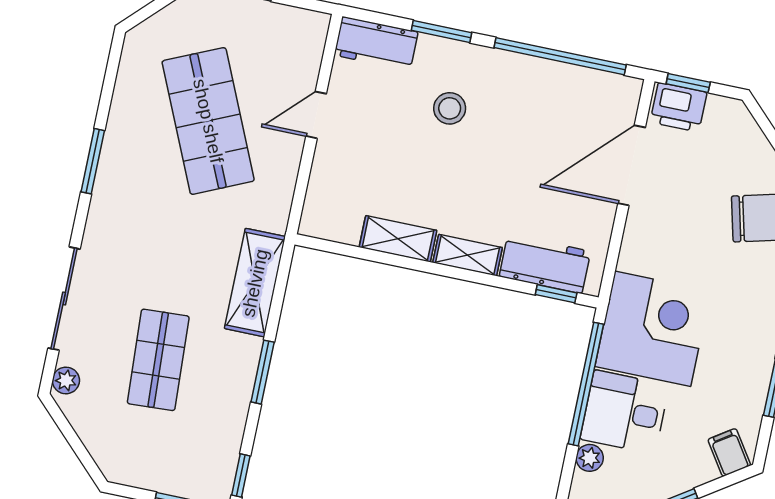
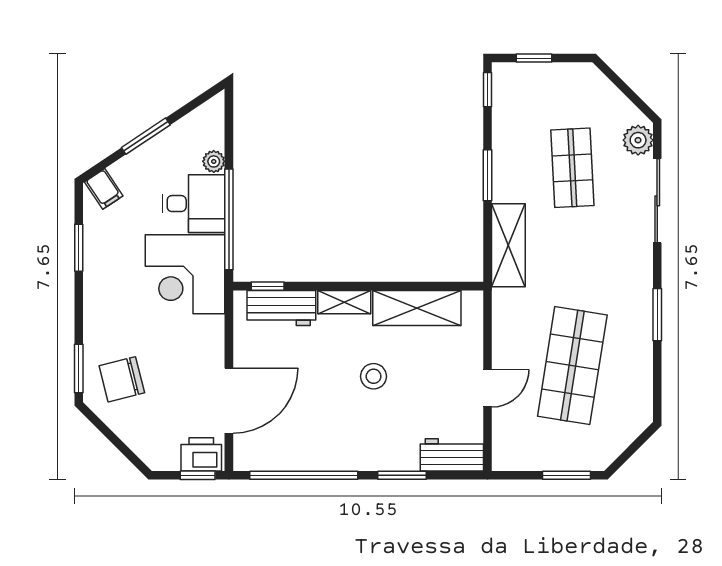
stool: (450, 108) -> (374, 376), moved
shop shelf: (208, 121) -> (572, 366), turned 33
shelving: (398, 239) -> (417, 308), width x1.50, depth x1.33
plant: (66, 380) -> (638, 140), width x1.38, depth x1.38

